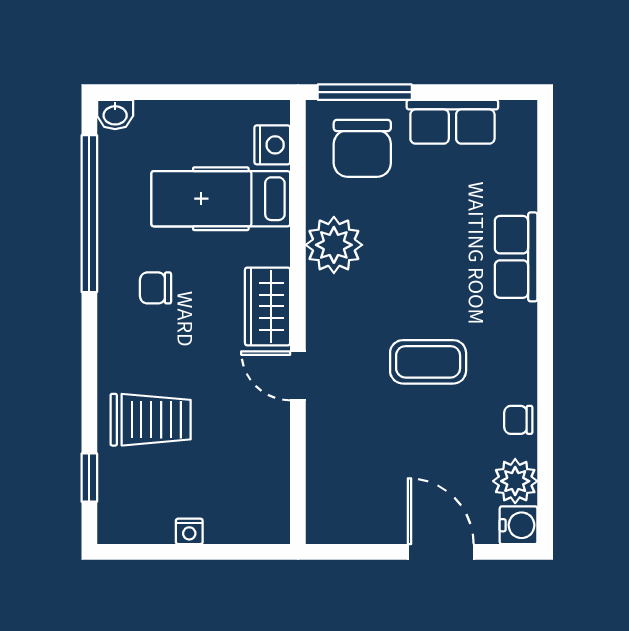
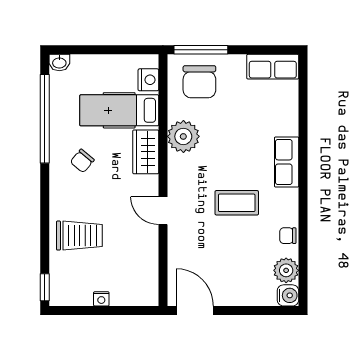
row of seats: (452, 122) -> (273, 67), moved
row of seats: (516, 257) -> (287, 162), moved
chair: (156, 288) -> (82, 161), turned -50
wardrobe: (268, 306) -> (146, 152), moved
window: (89, 478) -> (45, 287), moved
door: (441, 552) -> (195, 310), moved

